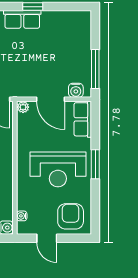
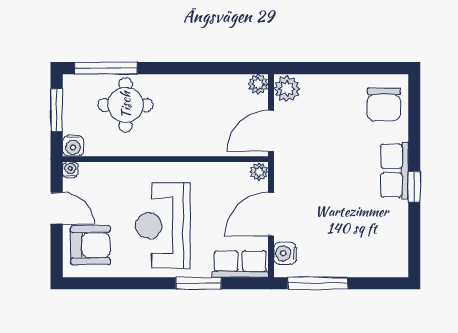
window: (95, 164) -> (199, 283), moved
water cooler: (22, 216) -> (70, 170), moved
door: (47, 238) -> (57, 208), swing flipped

